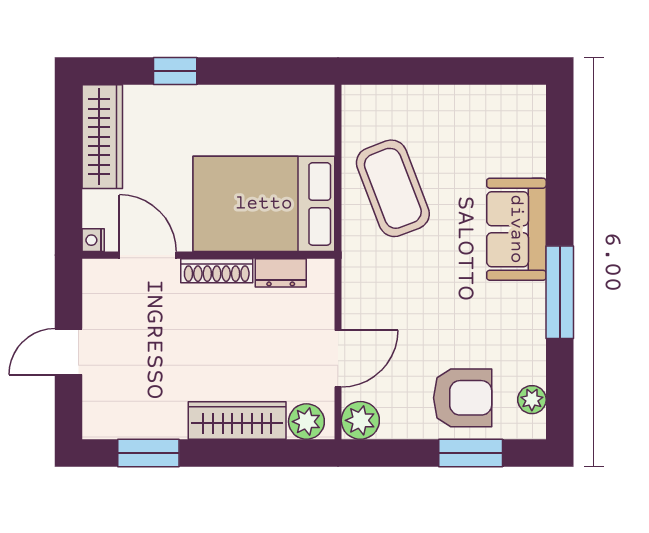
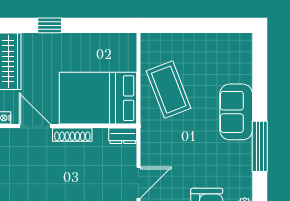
dresser: (281, 273) -> (123, 136), moved

